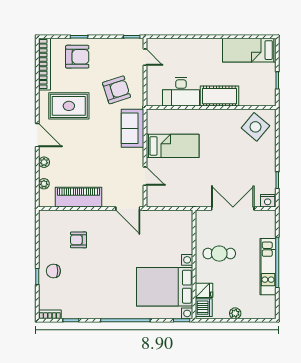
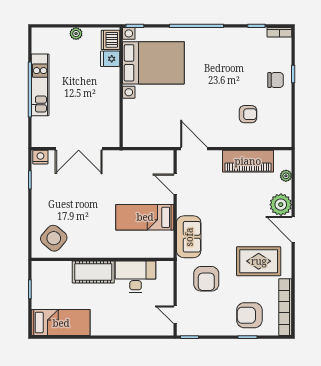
armchair: (117, 90) -> (206, 279), turned -72
plant: (44, 162) -> (281, 205), width x1.87, depth x1.87
cafe table: (219, 254) -> (94, 99), removed

